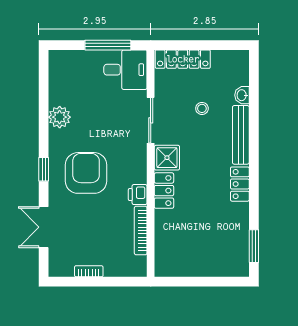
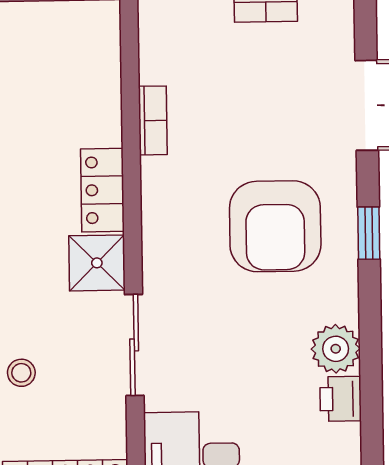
printer: (138, 195) -> (341, 399), moved, turned 180
bookcase: (141, 231) -> (153, 120), width x0.64

